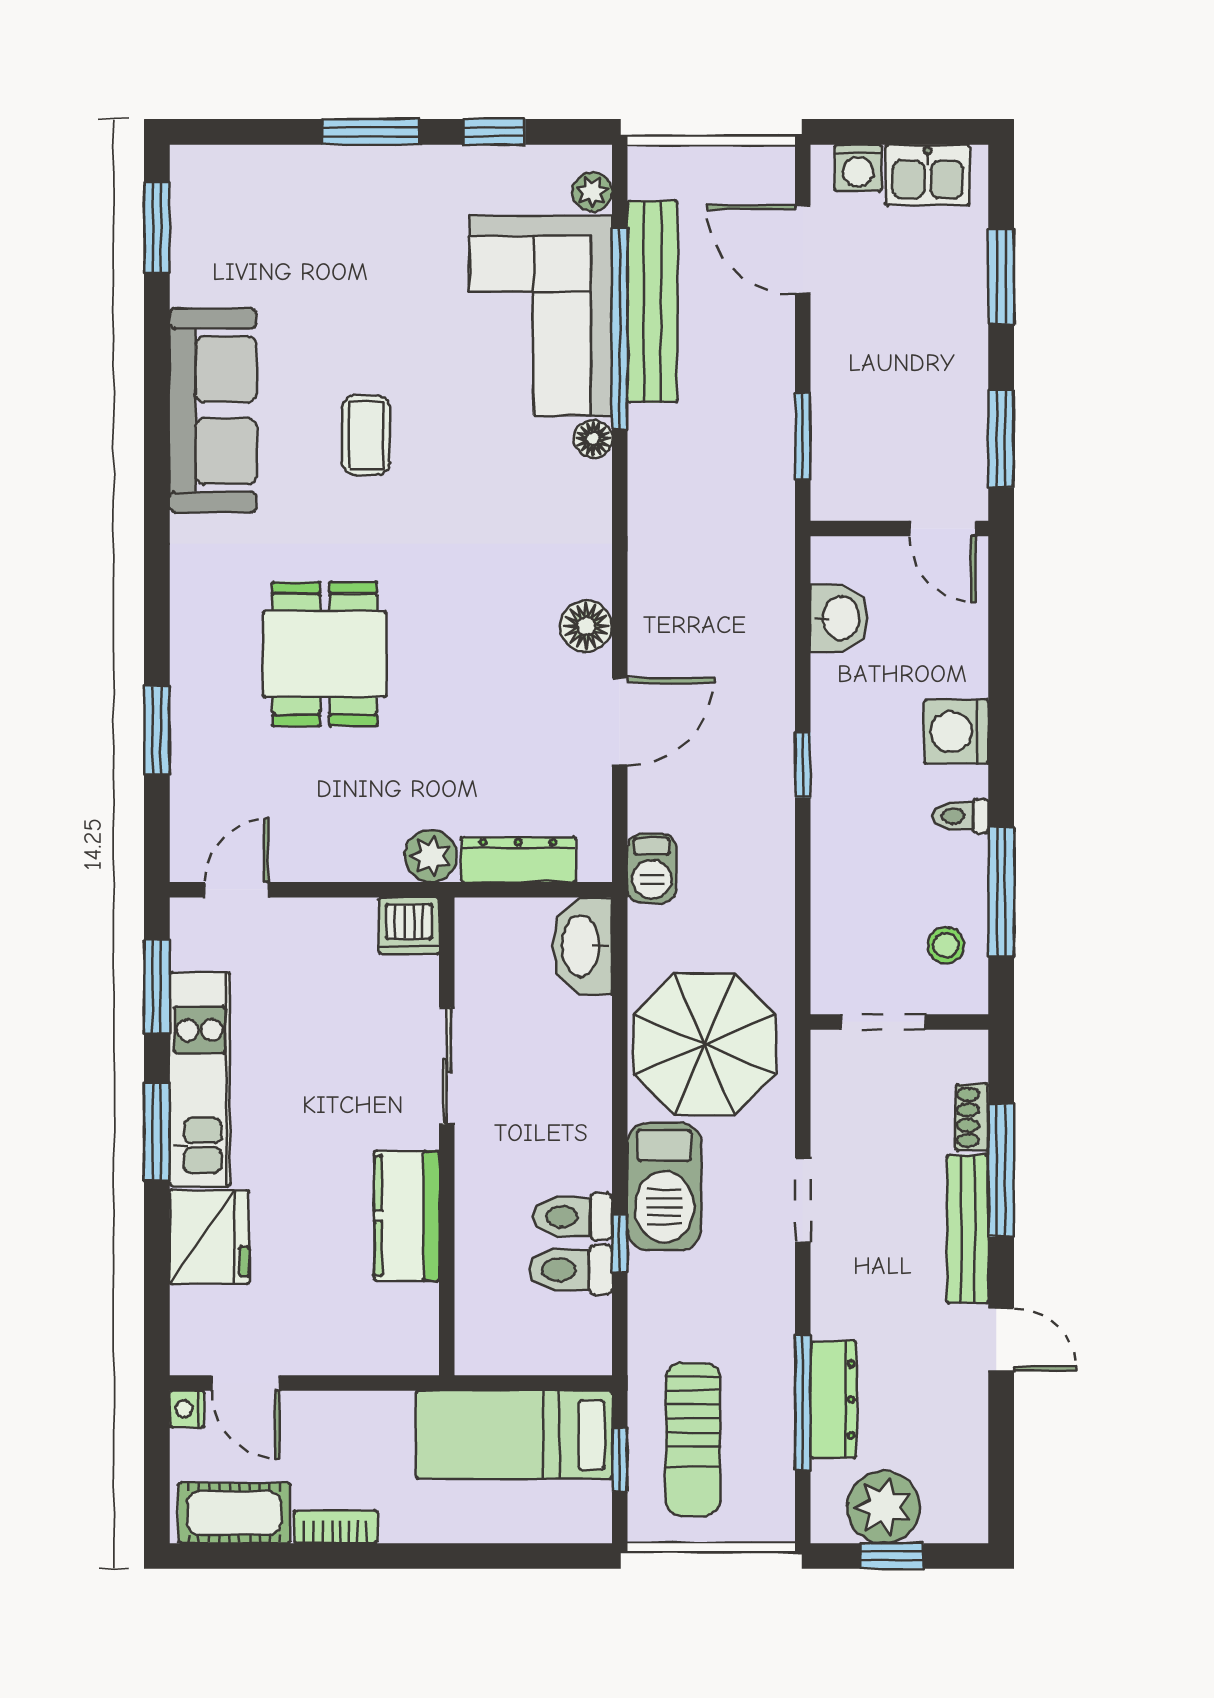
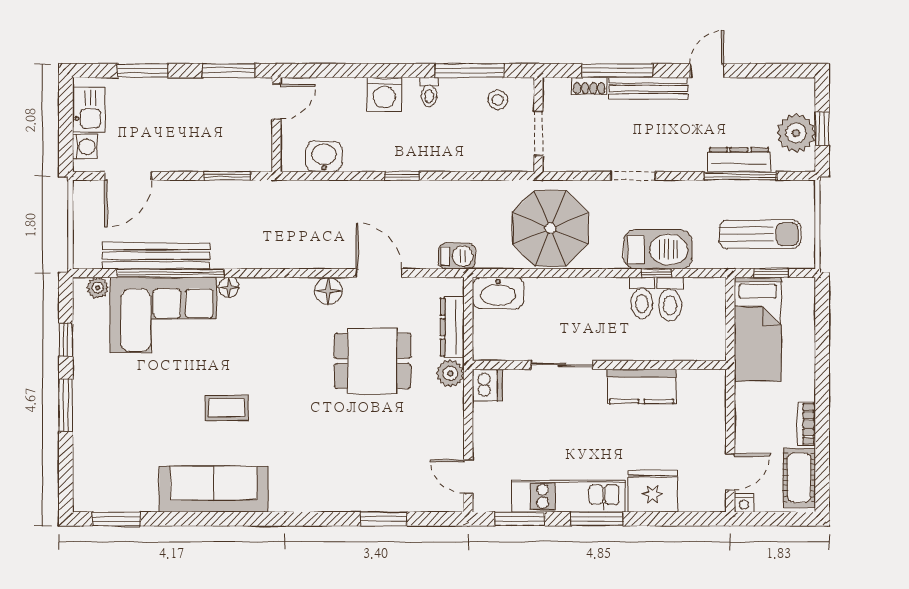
dining table: (325, 654) -> (373, 361), moved
barbecue: (664, 1186) -> (658, 249), moved

